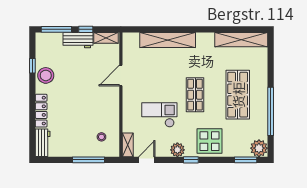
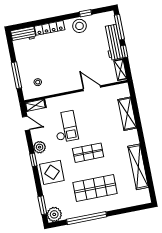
workbench: (78, 40) -> (113, 42), width x1.38
shelving: (168, 40) -> (127, 114), width x0.68
shelving: (241, 40) -> (138, 167), moved

